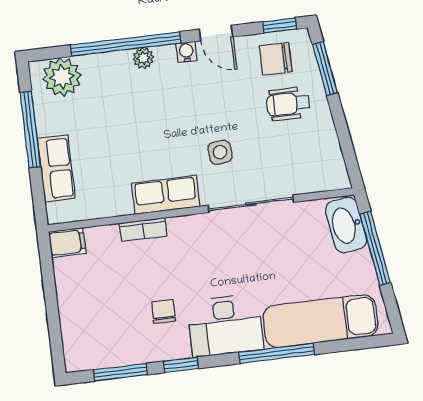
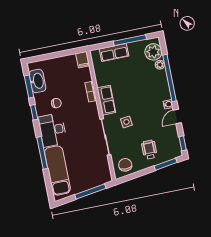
plant: (143, 58) -> (160, 65), moved
chair: (276, 59) -> (125, 165), moved
washbasin: (346, 225) -> (37, 81), moved, turned 99

